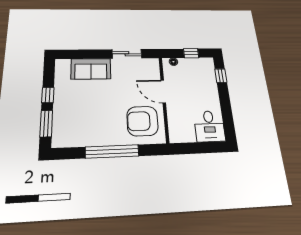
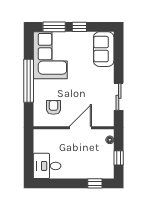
sofa: (91, 69) -> (104, 49), moved
armchair: (142, 121) -> (54, 107), width x0.53, depth x0.53
corner sofa: (81, 127) -> (50, 55), added

